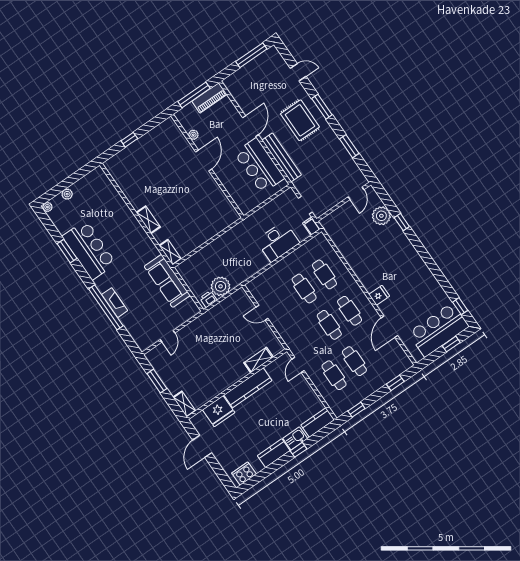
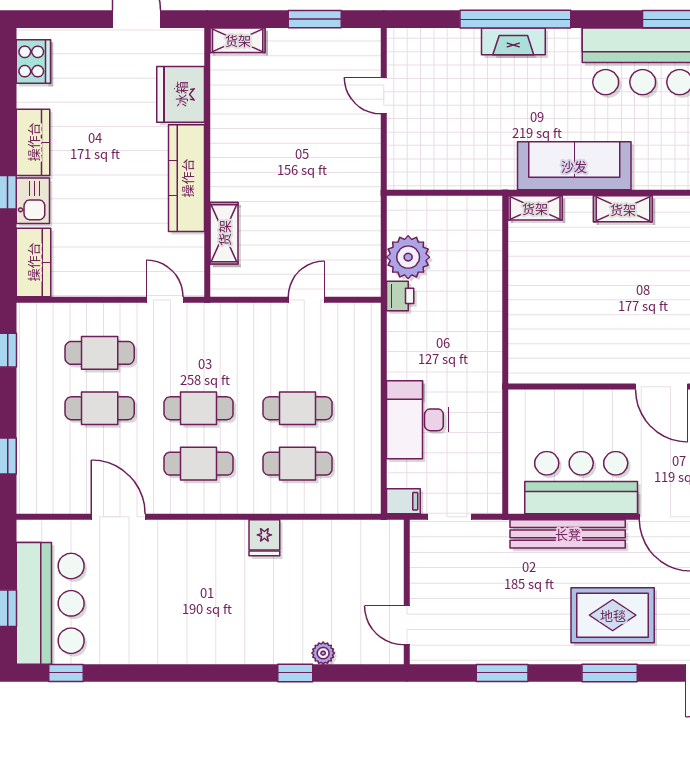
plant: (381, 216) -> (323, 653), width x0.53, depth x0.53
sofa: (167, 281) -> (574, 166), moved
fridge: (379, 295) -> (264, 538), moved
printer: (208, 299) -> (400, 296), moved

